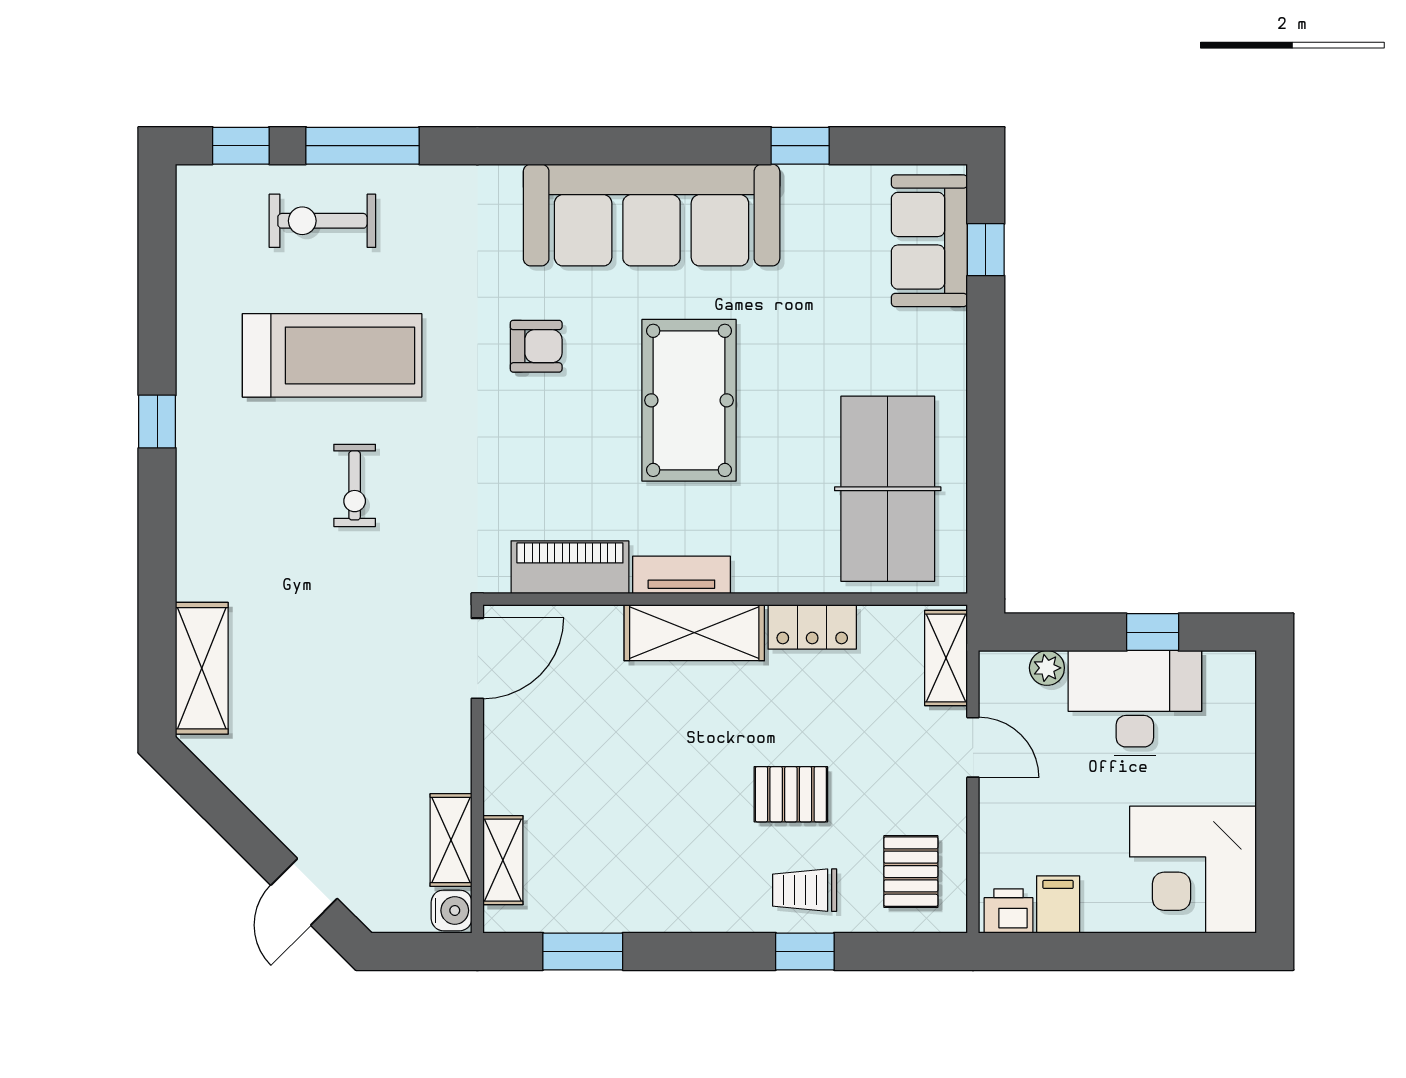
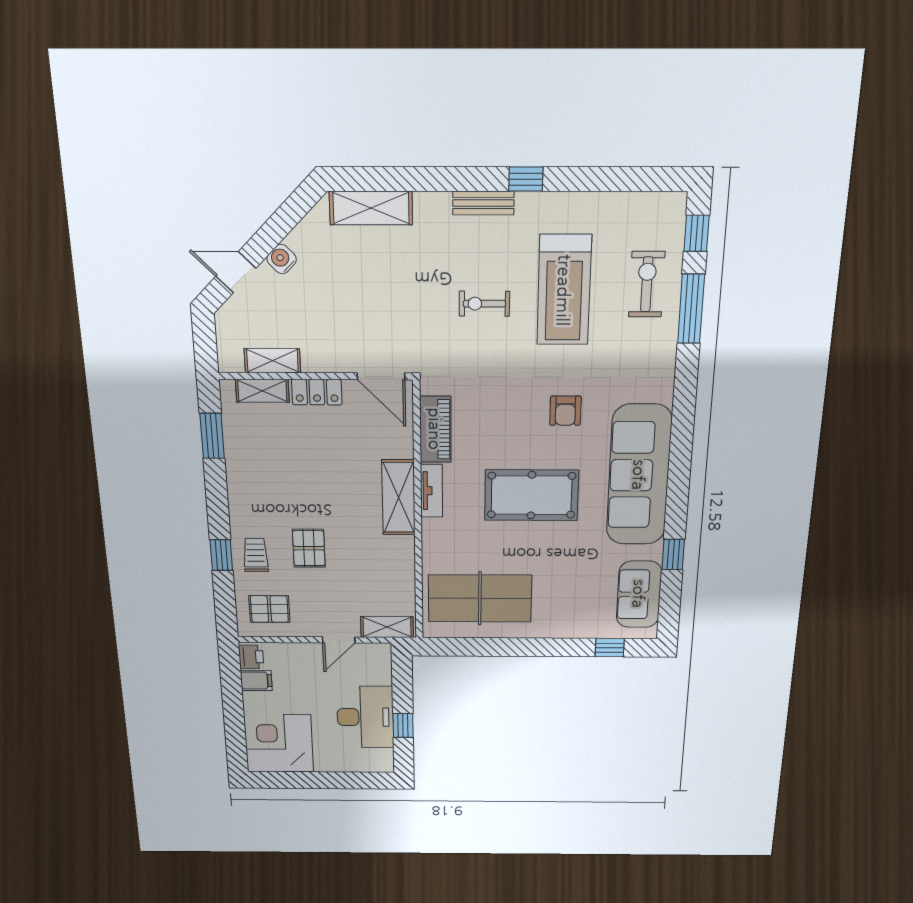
sofa: (929, 241) -> (639, 594), moved, turned -90
bench: (194, 489) -> (483, 203), added
locker: (812, 627) -> (317, 392), moved, turned -90
plant: (1047, 668) -> (383, 676), removed
water cooler: (452, 910) -> (282, 259), moved, turned 135

